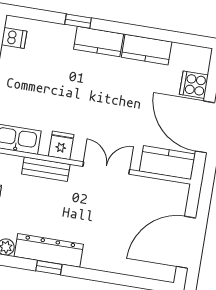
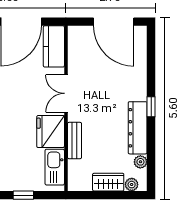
fridge: (61, 145) -> (51, 132), width x1.88, depth x1.34
window: (49, 268) -> (151, 107), moved

